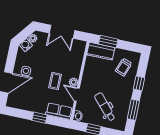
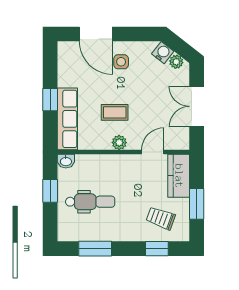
window: (108, 42) -> (197, 204), moved
window: (139, 83) -> (157, 249), moved
door: (77, 95) -> (153, 152), moved
dental chair: (105, 107) -> (90, 202), turned 42
row of seats: (59, 111) -> (67, 119), width x1.48

